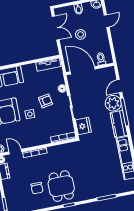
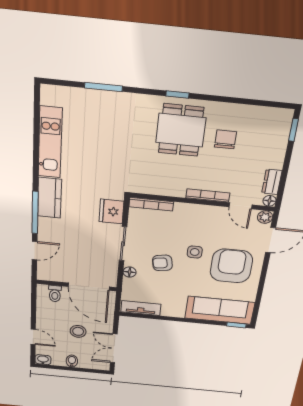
door: (107, 21) -> (33, 337), swing flipped
plant: (113, 103) -> (51, 230), removed

